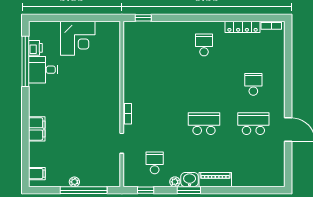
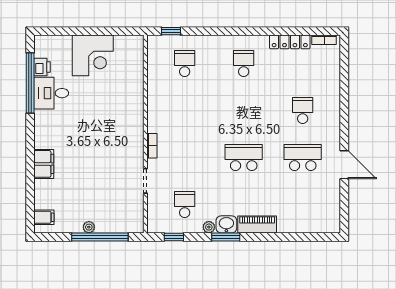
school desk: (155, 45) -> (185, 64), added

